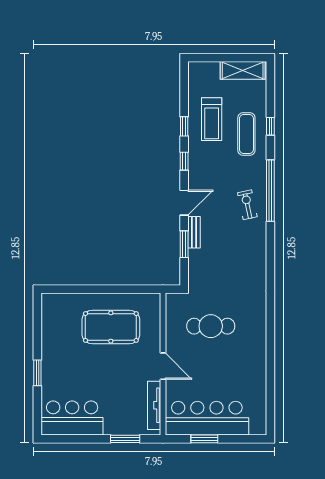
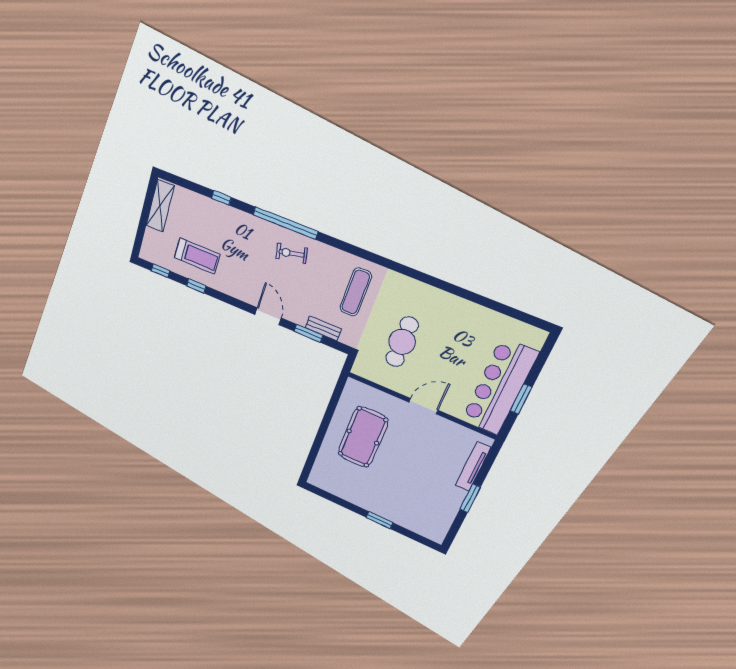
exercise mat: (246, 134) -> (356, 292), moved, turned 90
window: (184, 161) -> (160, 271), moved
bench: (194, 232) -> (323, 328), moved
tv unit: (154, 405) -> (473, 467), moved, turned 90
bar counter: (72, 418) -> (437, 511), removed
window: (125, 439) -> (470, 498), moved

